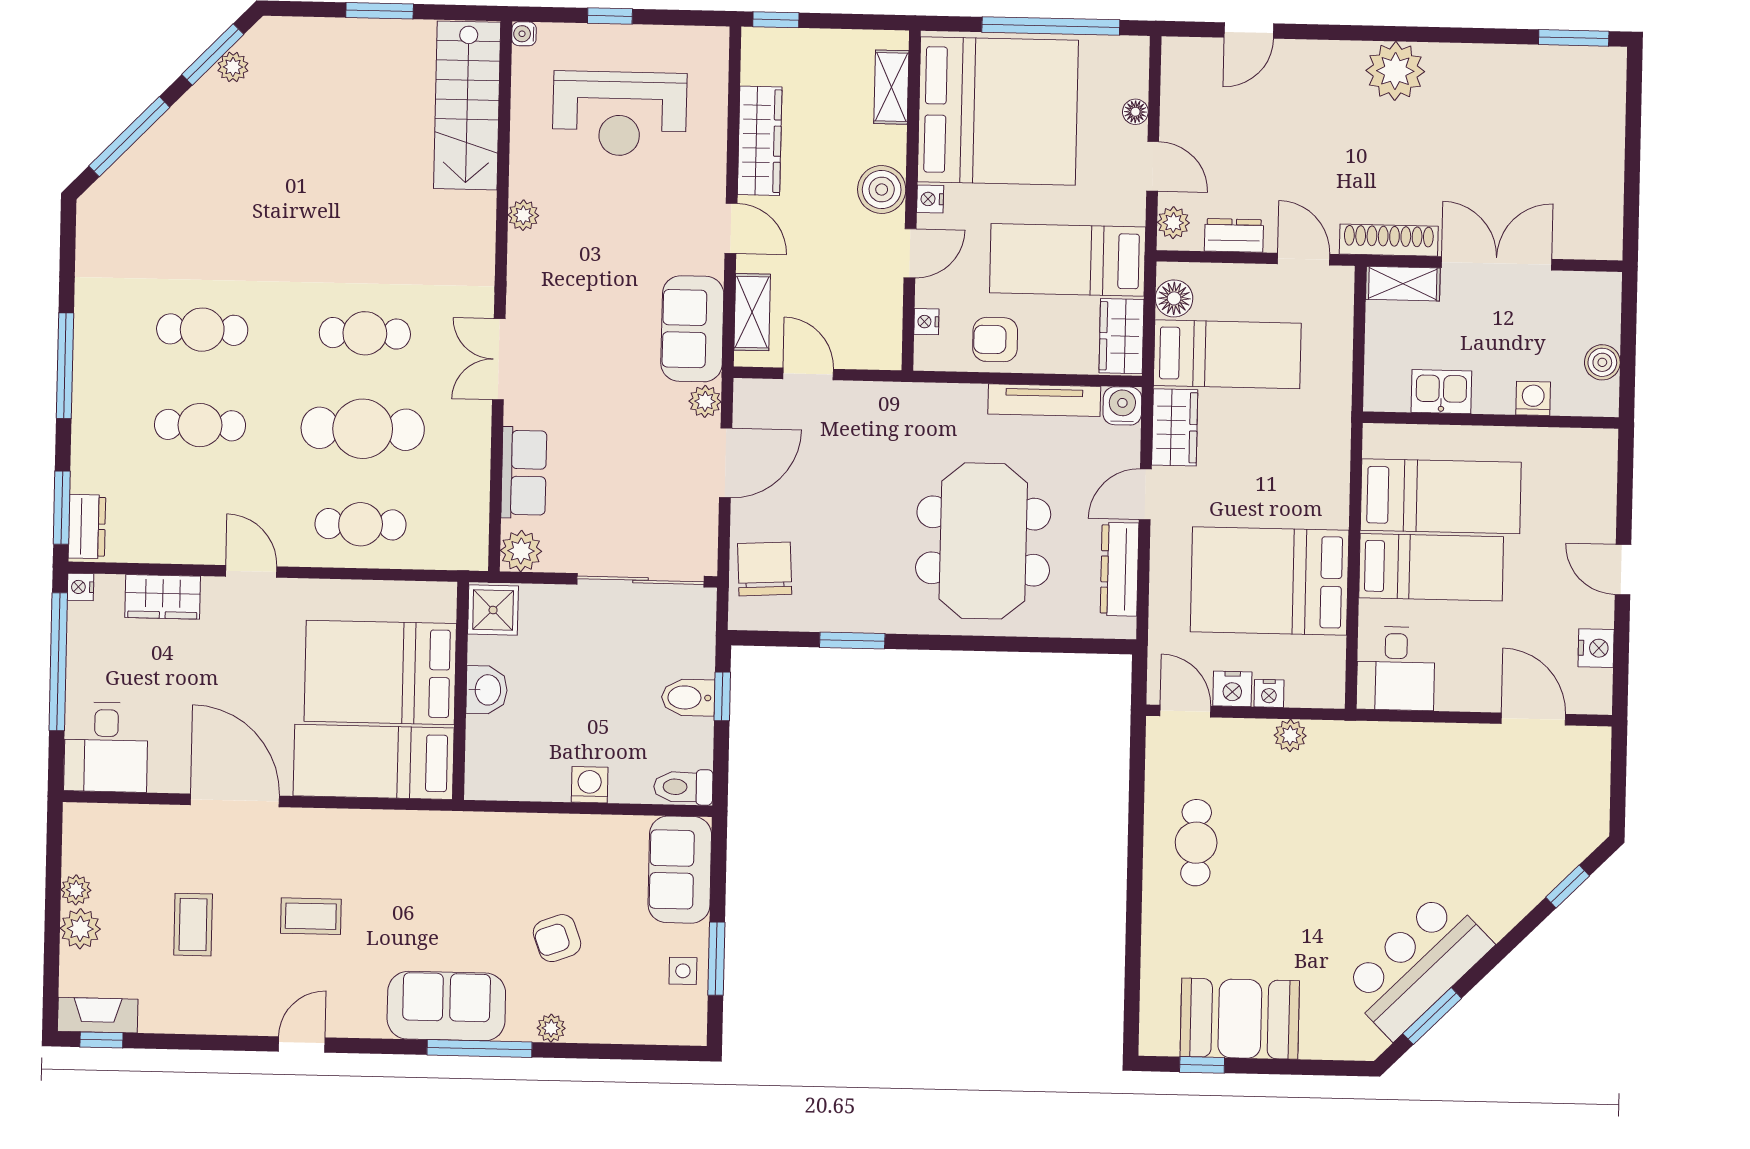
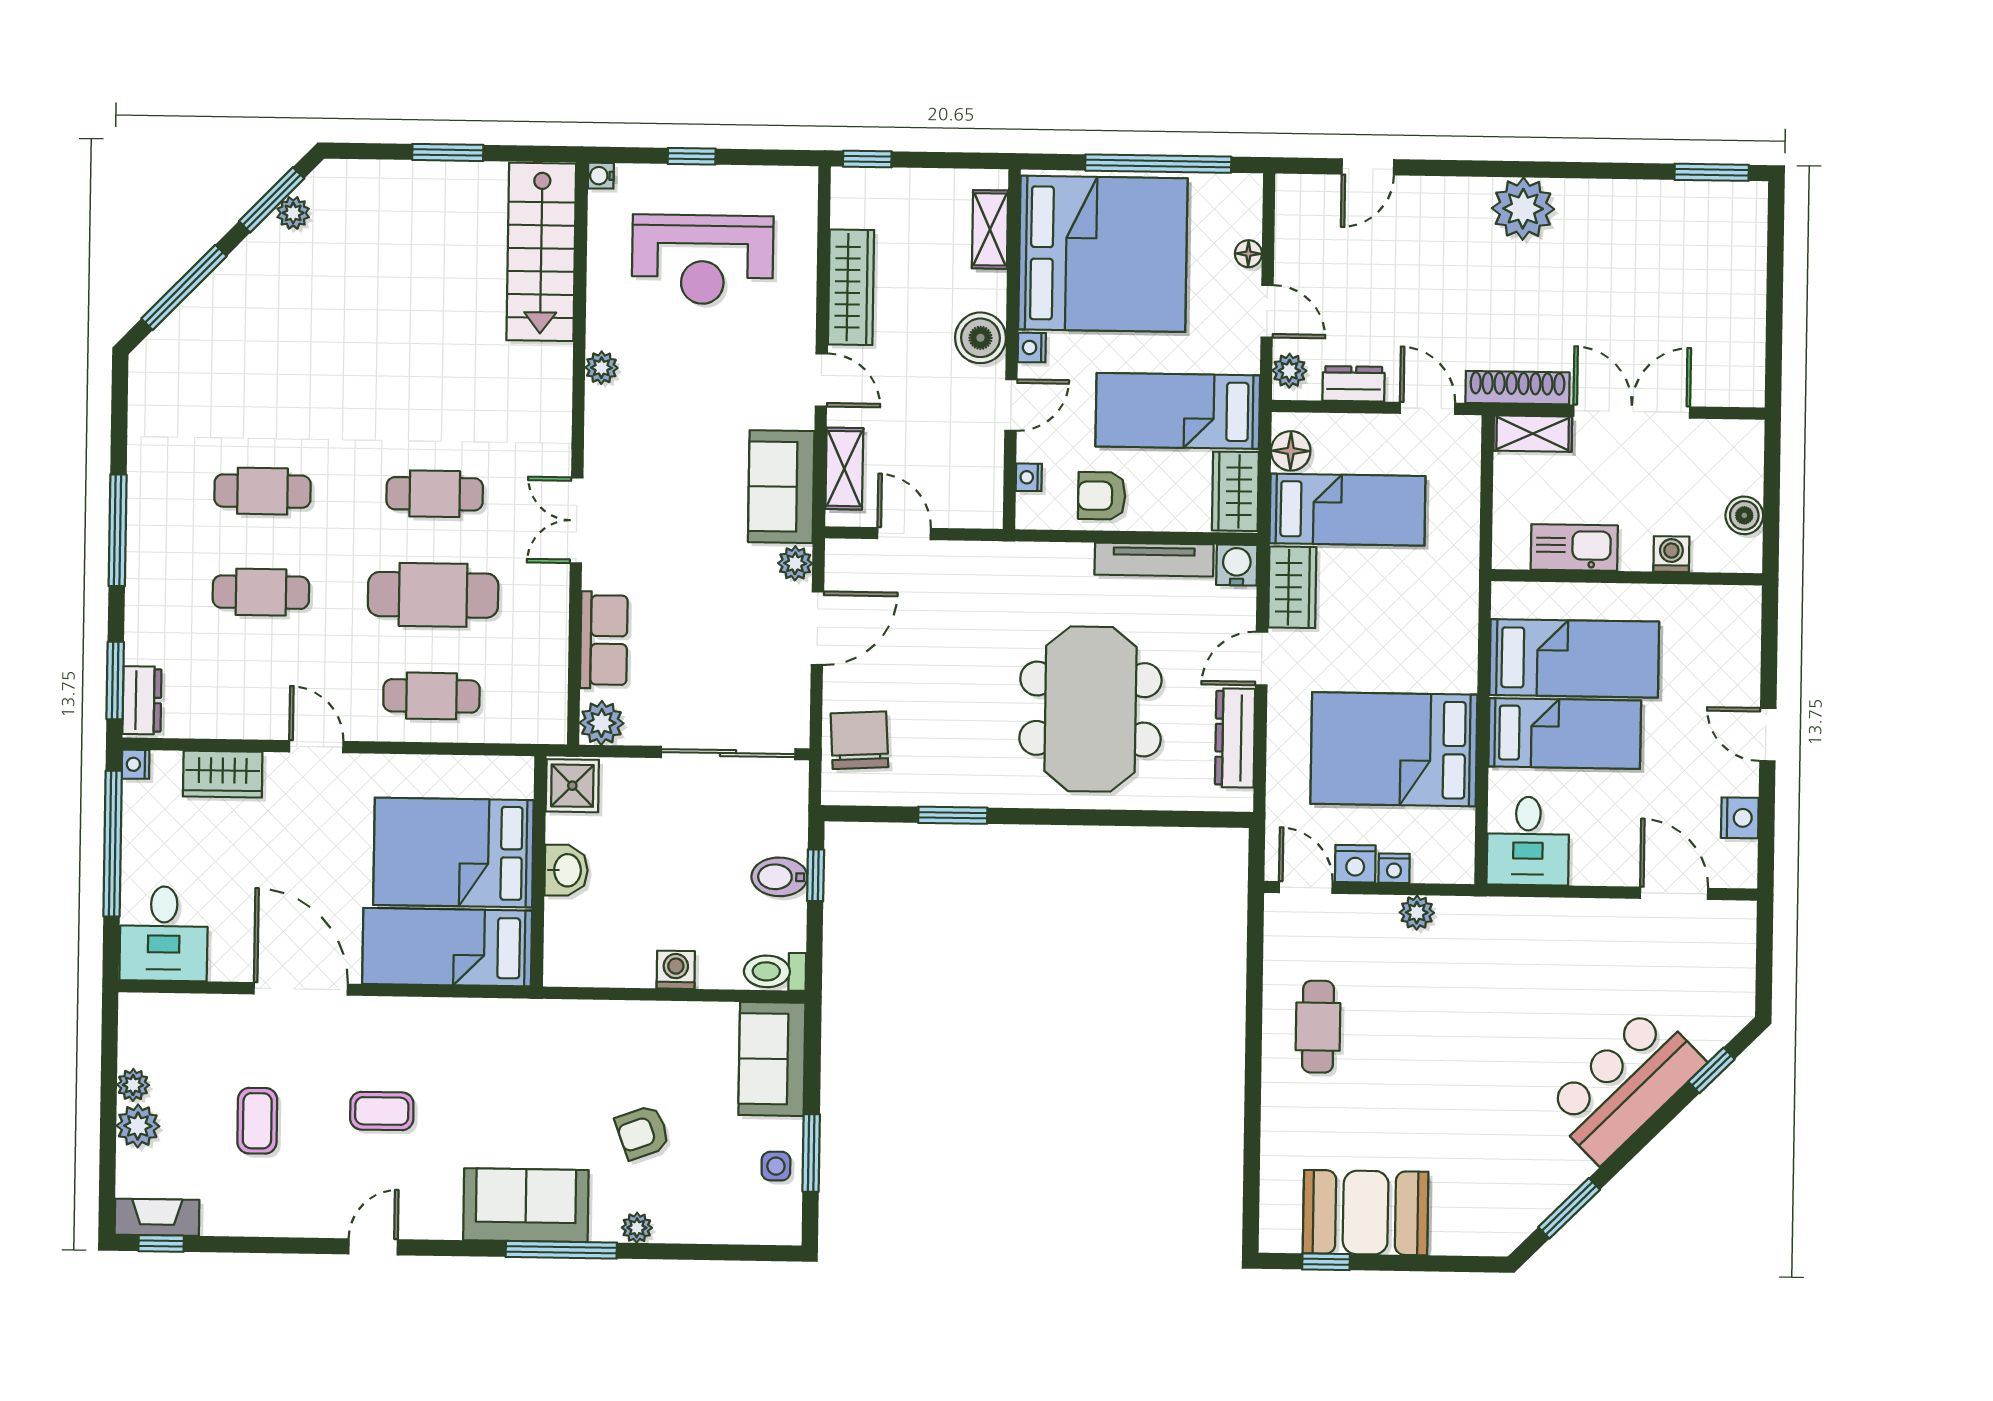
kitchen sink: (1441, 392) -> (1574, 548), width x1.38
bar counter: (1417, 965) -> (1625, 1085), moved

